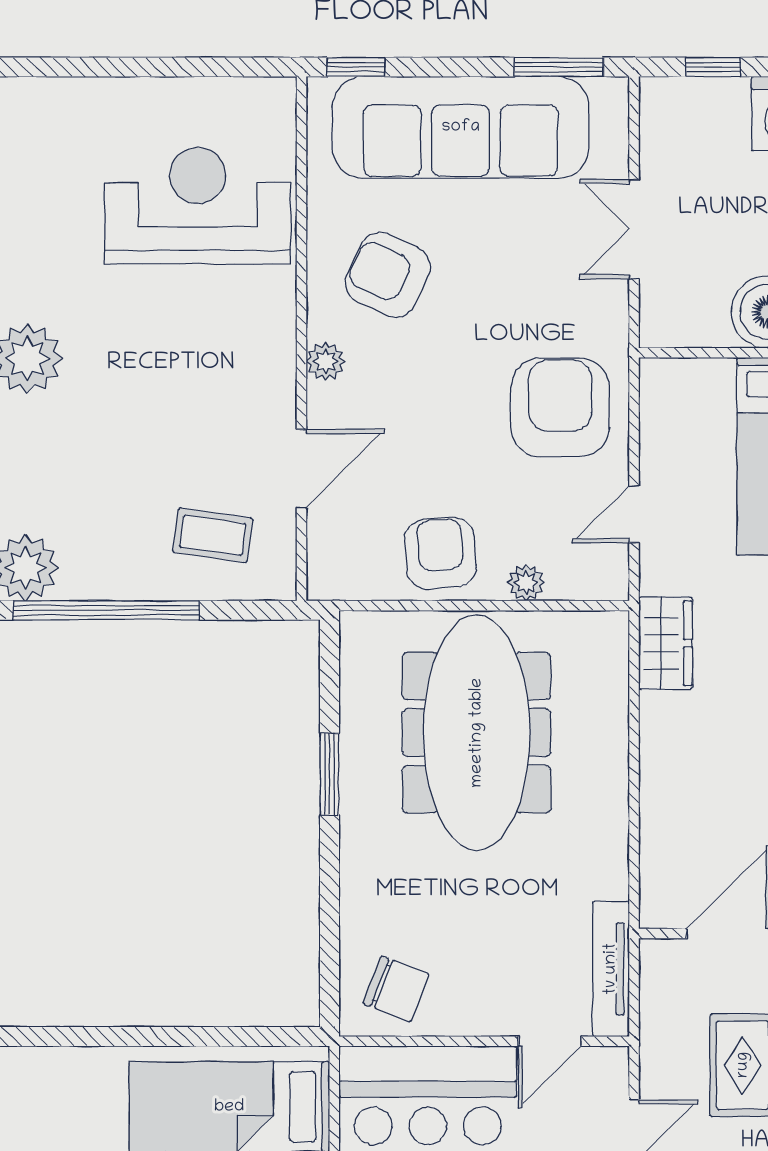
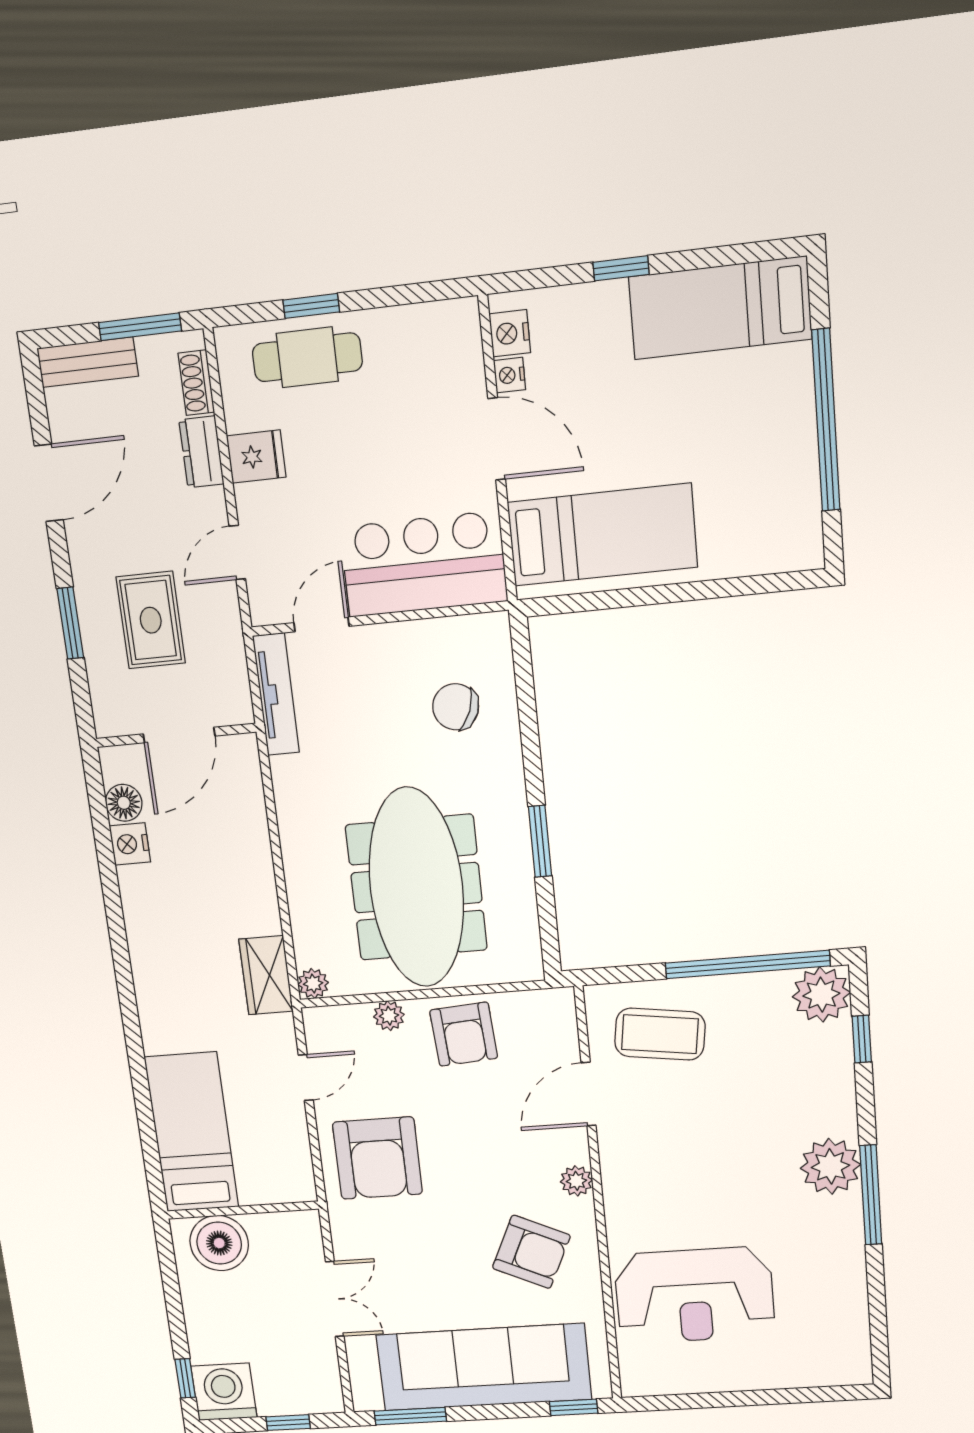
coffee table: (213, 535) -> (660, 1034), width x1.36, depth x1.30
plant: (611, 629) -> (313, 983), added
chair: (396, 989) -> (456, 707), moved

